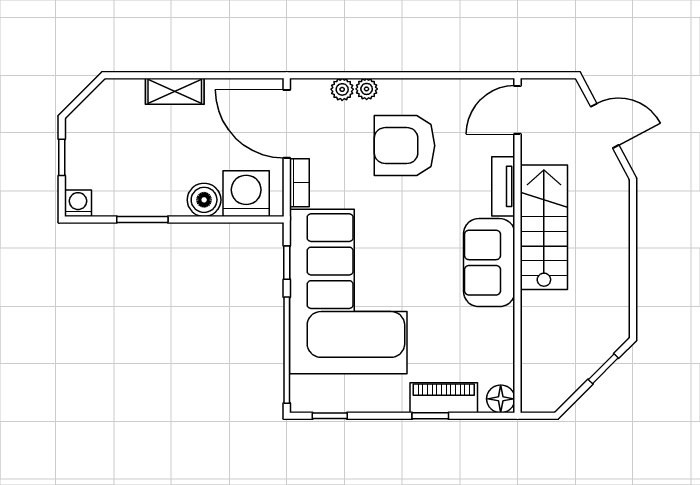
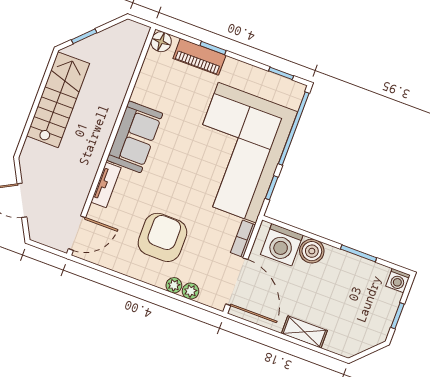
armchair: (404, 146) -> (162, 237), turned -90
stairs: (544, 227) -> (58, 100), moved, turned 180

